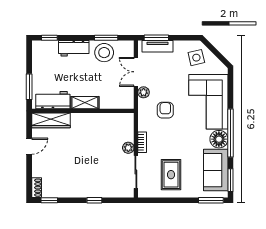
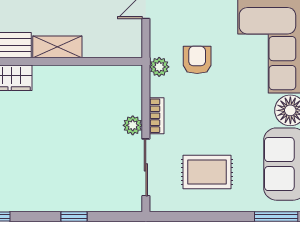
plant: (144, 92) -> (159, 67), moved
rug: (171, 175) -> (207, 172), turned 90

